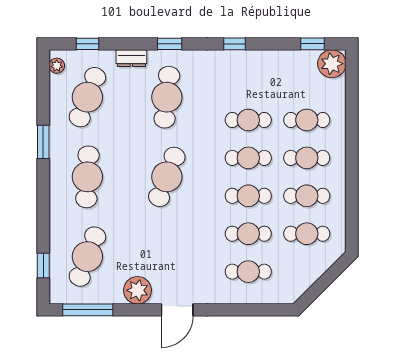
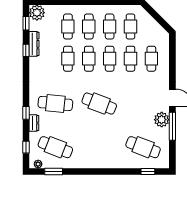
window: (170, 44) -> (26, 113), moved
window: (235, 44) -> (26, 50), moved
dresser: (275, 58) -> (34, 44), added
window: (43, 142) -> (54, 171), moved
cafe table: (87, 177) -> (99, 147), removed
window: (88, 310) -> (172, 126), moved

